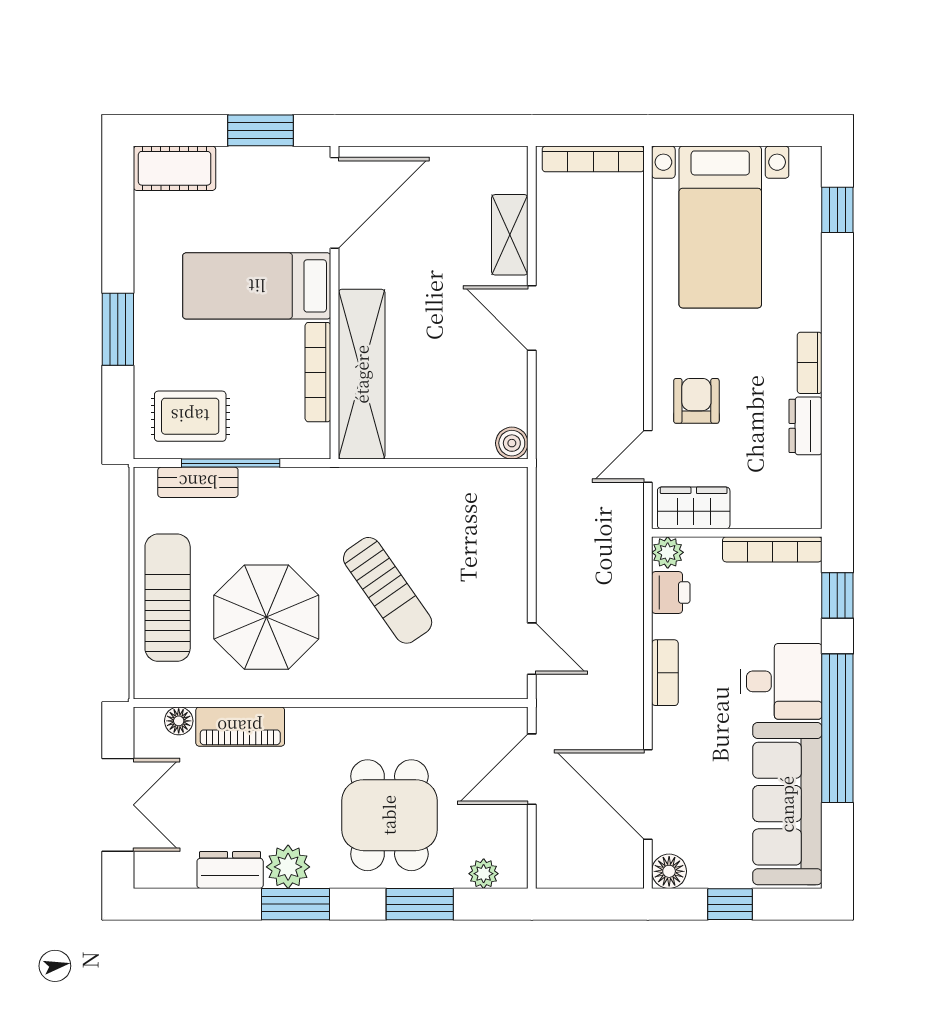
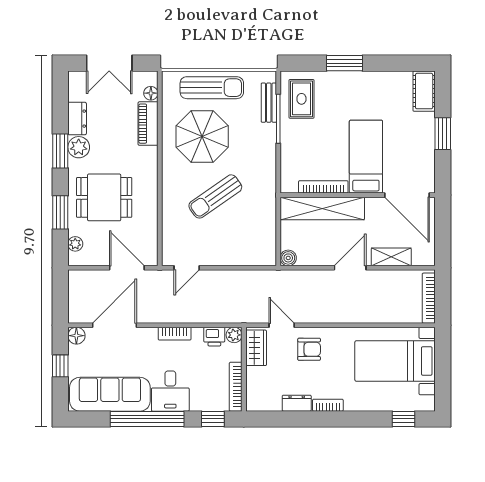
door: (335, 203) -> (407, 195), moved
bed: (257, 286) -> (366, 157), moved
wall: (335, 303) -> (358, 195), moved
bookcase: (318, 372) -> (323, 187), moved
shelving: (362, 374) -> (322, 208), moved

